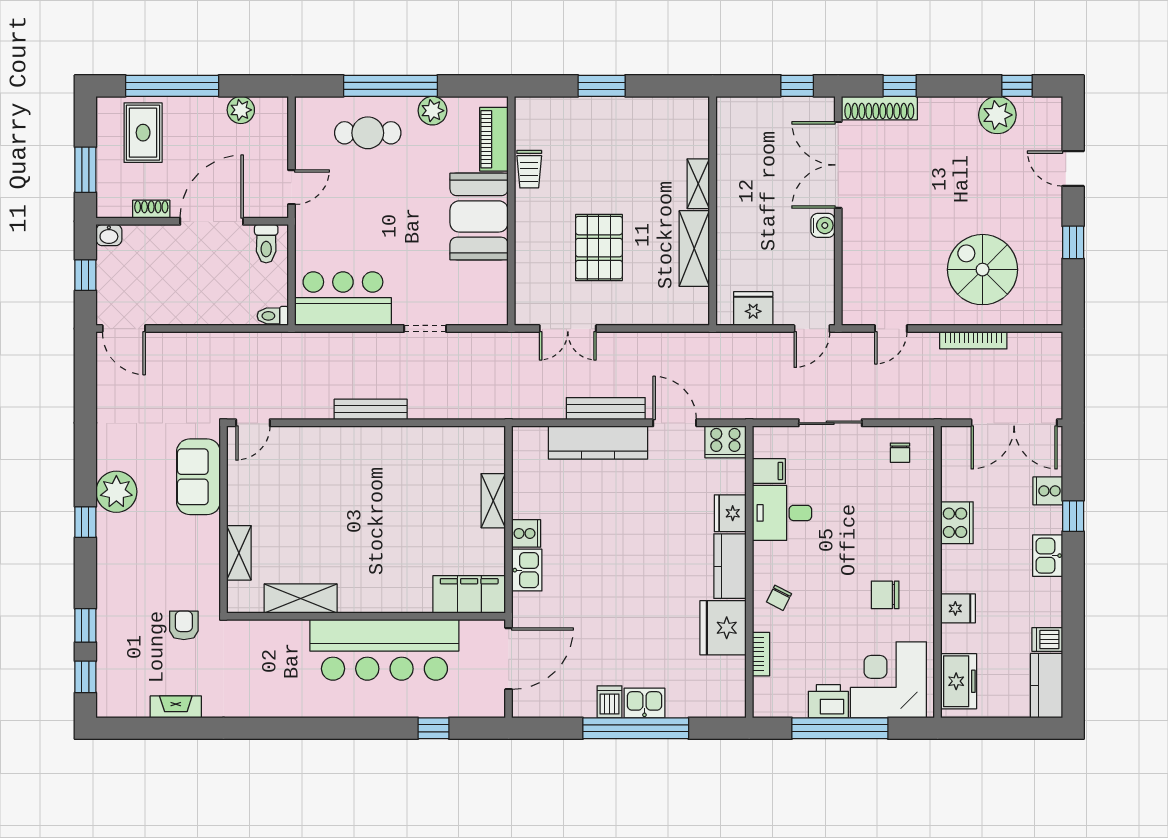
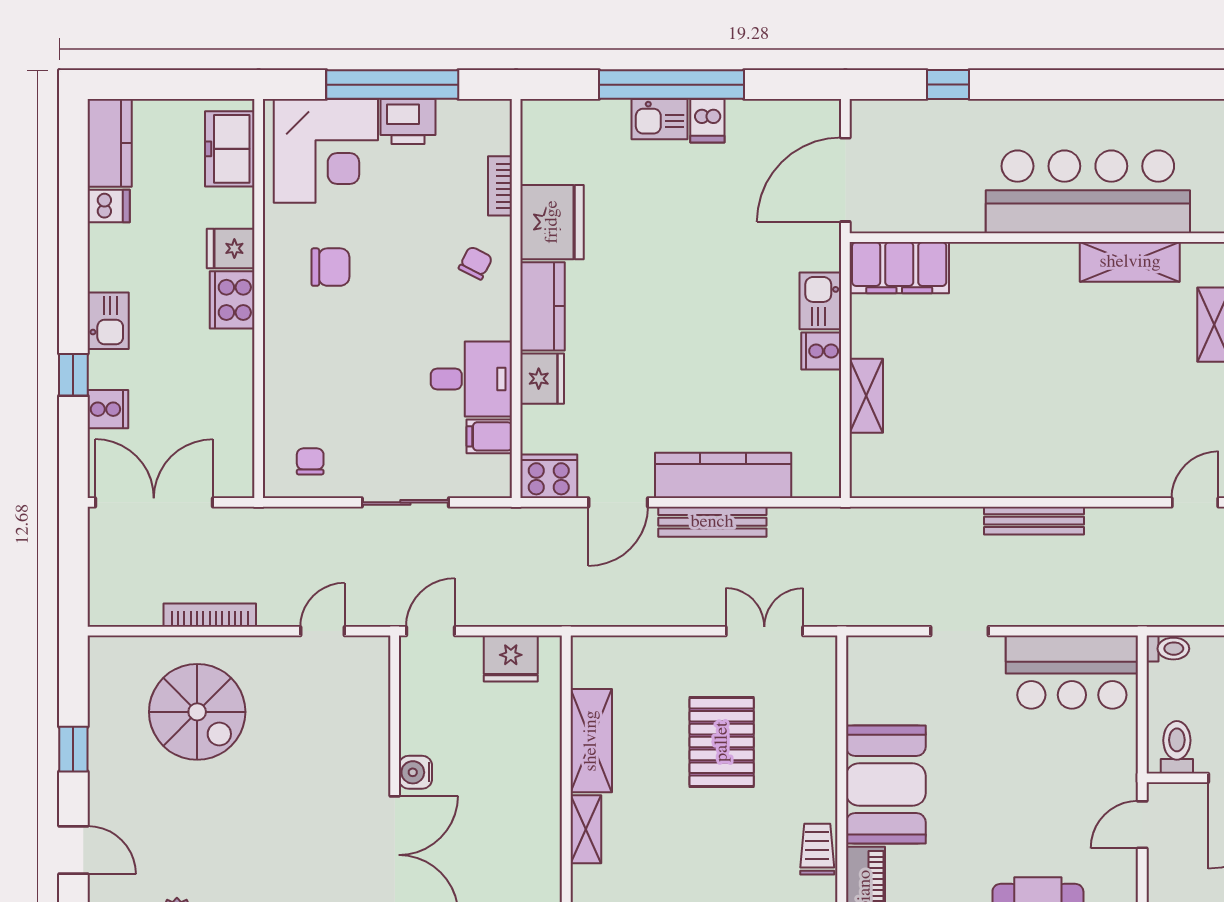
door: (675, 423) -> (618, 502), hinge flipped
cooker: (957, 523) -> (232, 300), moved
bar counter: (384, 650) -> (1088, 192), moved

